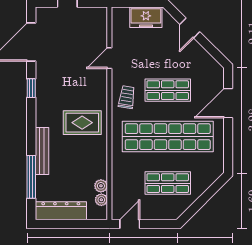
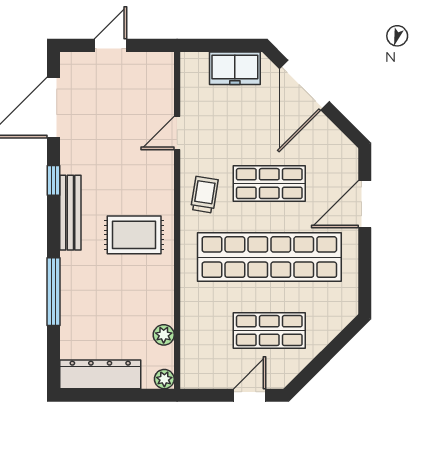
door: (190, 28) -> (304, 85), width x1.87
bench: (42, 151) -> (70, 213), moved
window: (31, 177) -> (53, 292), moved
plant: (101, 200) -> (164, 379), moved
door: (130, 224) -> (250, 395), moved

